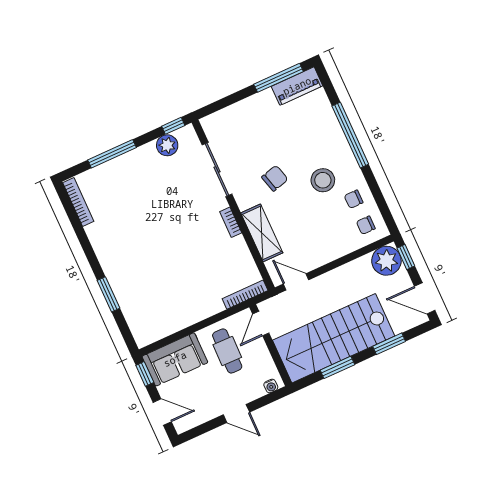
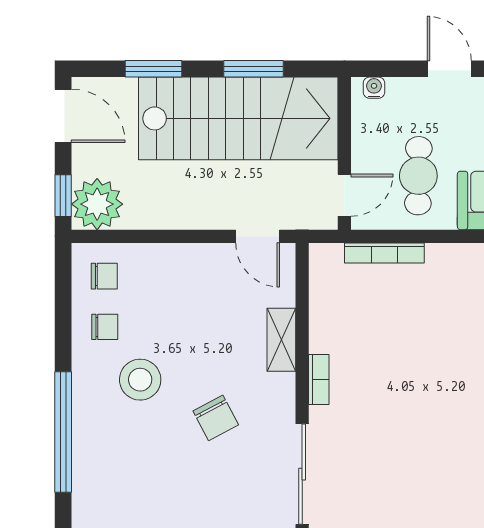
chair: (275, 178) -> (216, 418), turned -103
shelving: (262, 233) -> (281, 340), width x0.67, depth x0.75
bookcase: (245, 295) -> (384, 253), moved

